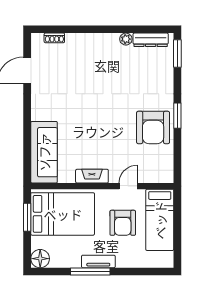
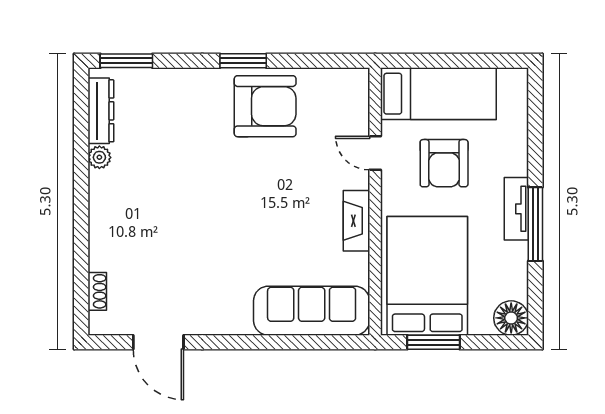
armchair: (123, 223) -> (444, 163), turned 90

